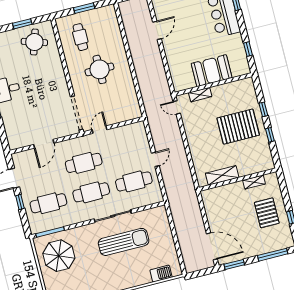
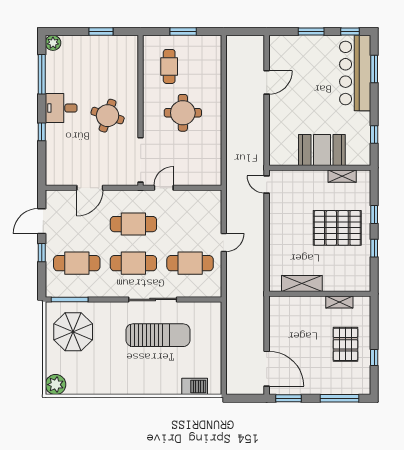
round table: (34, 42) -> (108, 116), moved
shelving: (200, 95) -> (342, 176), moved

